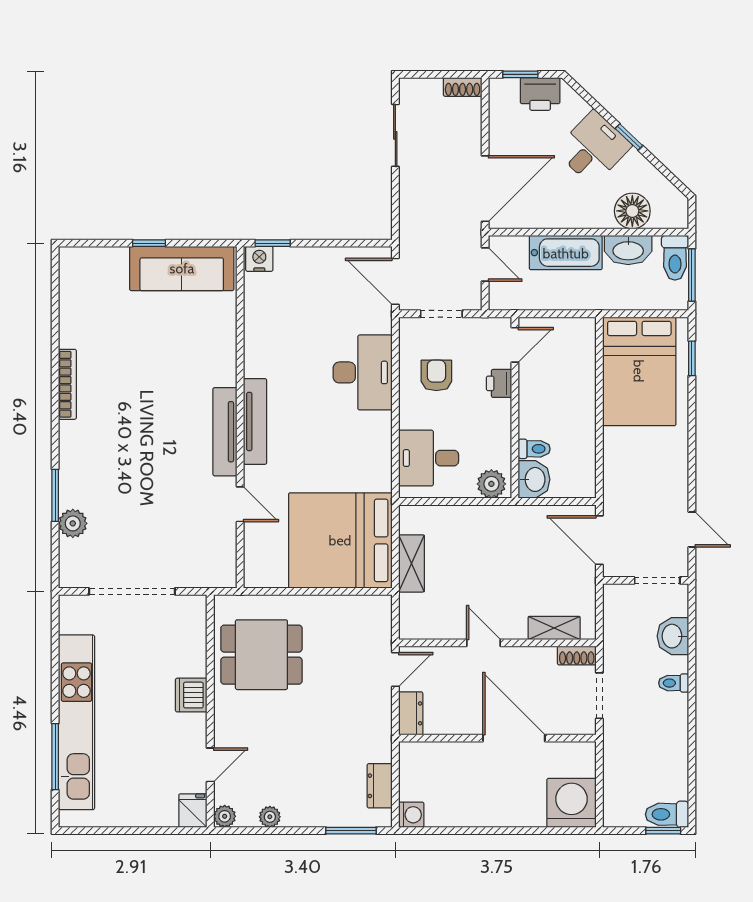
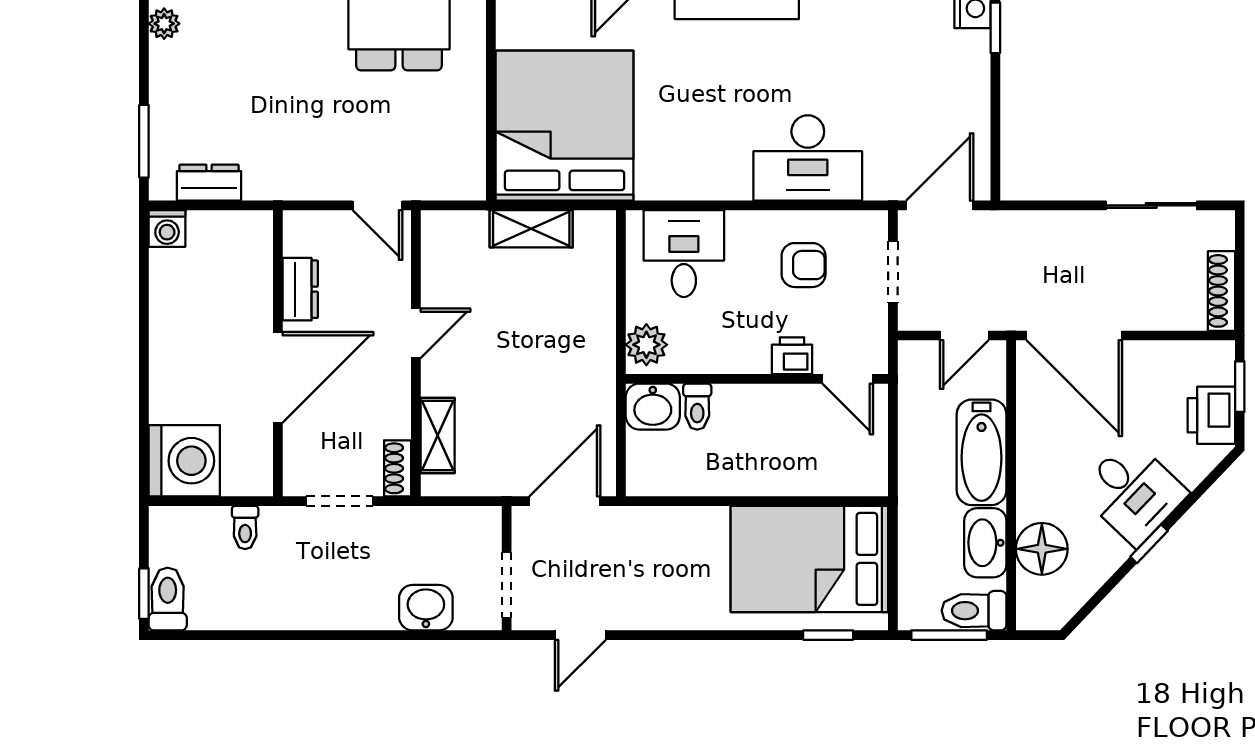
shoe rack: (463, 87) -> (1221, 291), width x1.43
toilet: (674, 683) -> (245, 527), moved, turned 180
dresser: (411, 713) -> (300, 289), moved, turned -90

